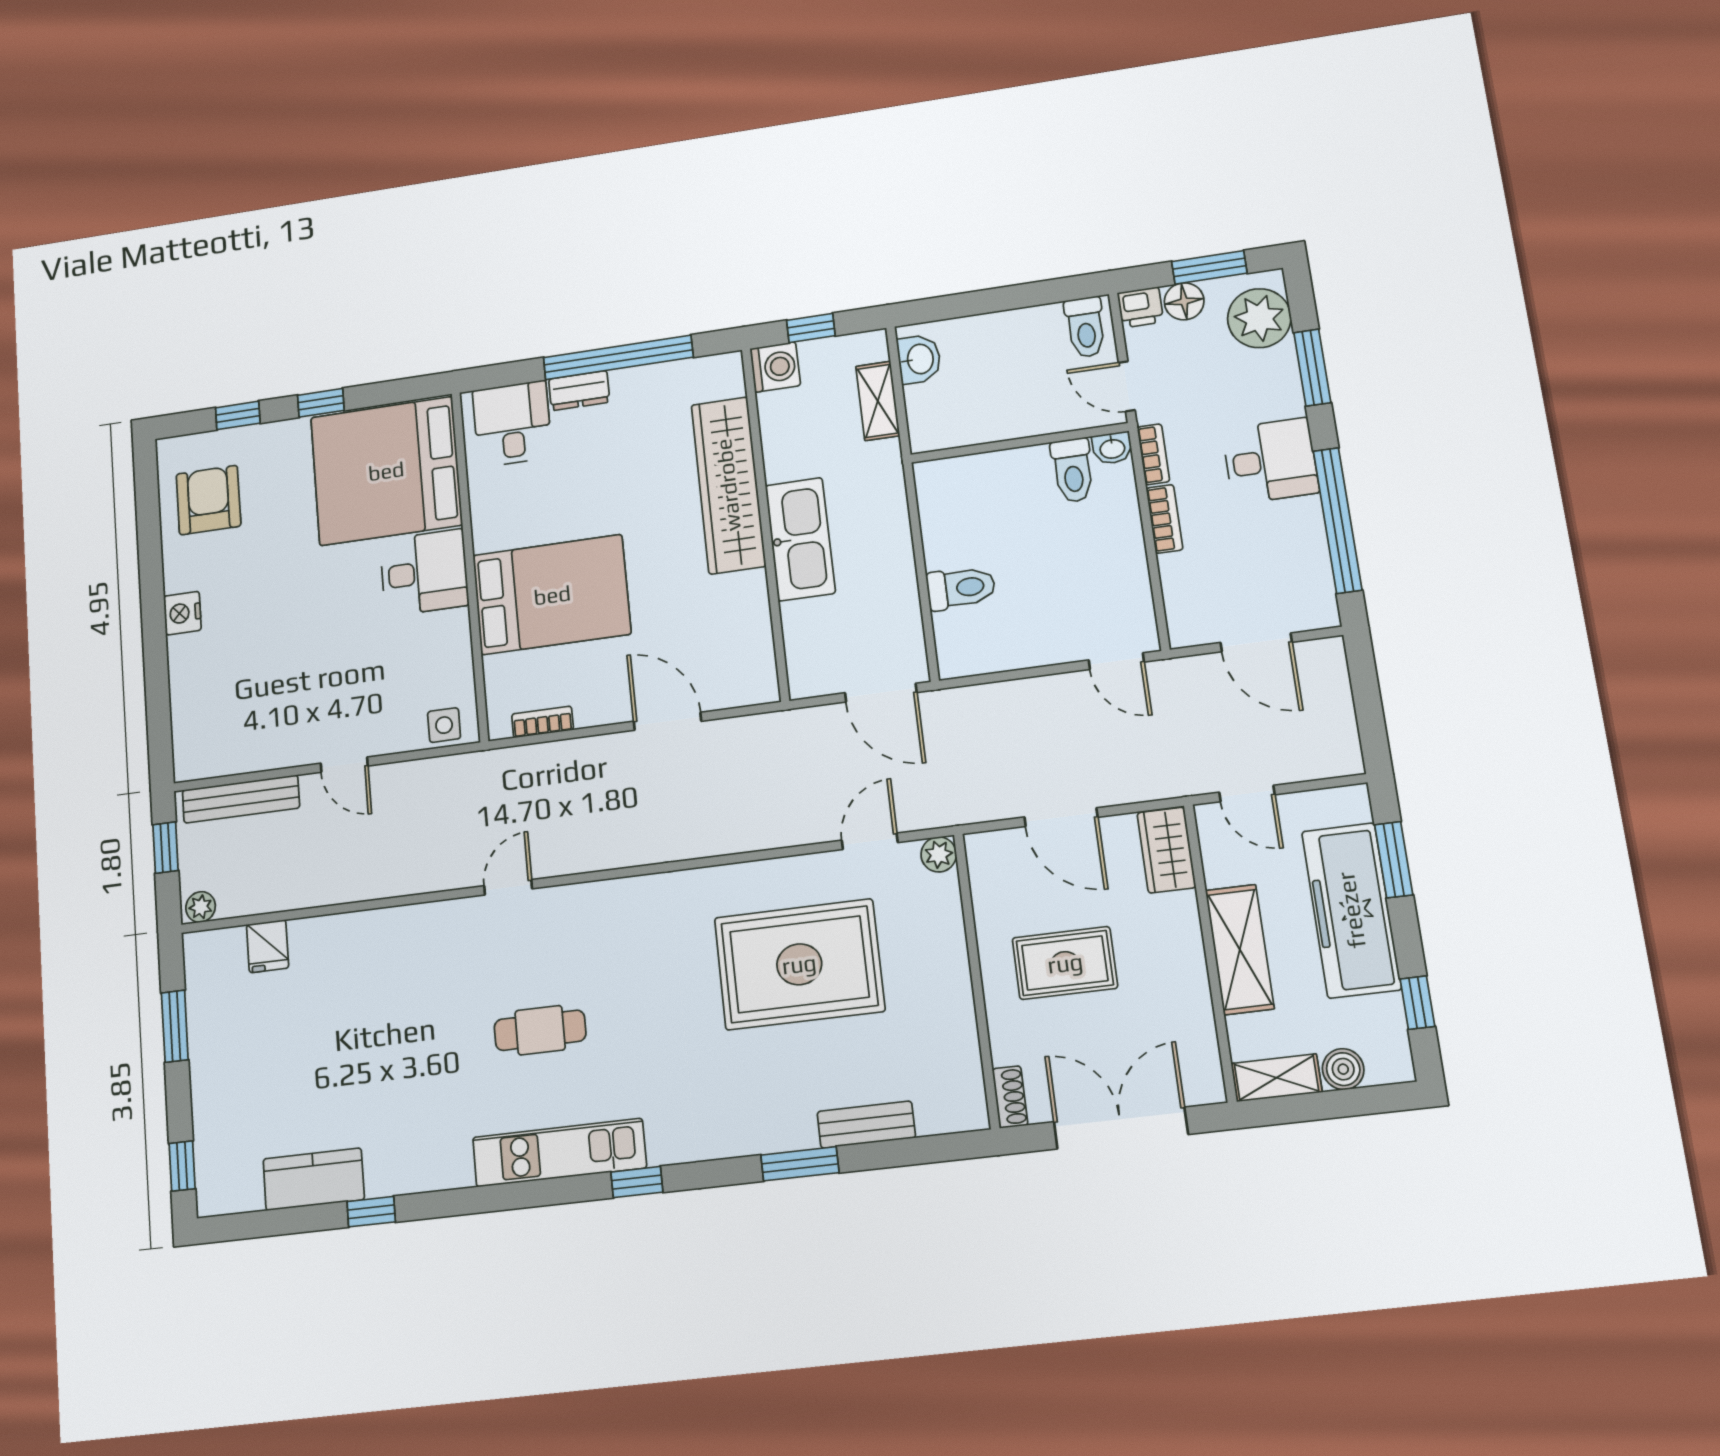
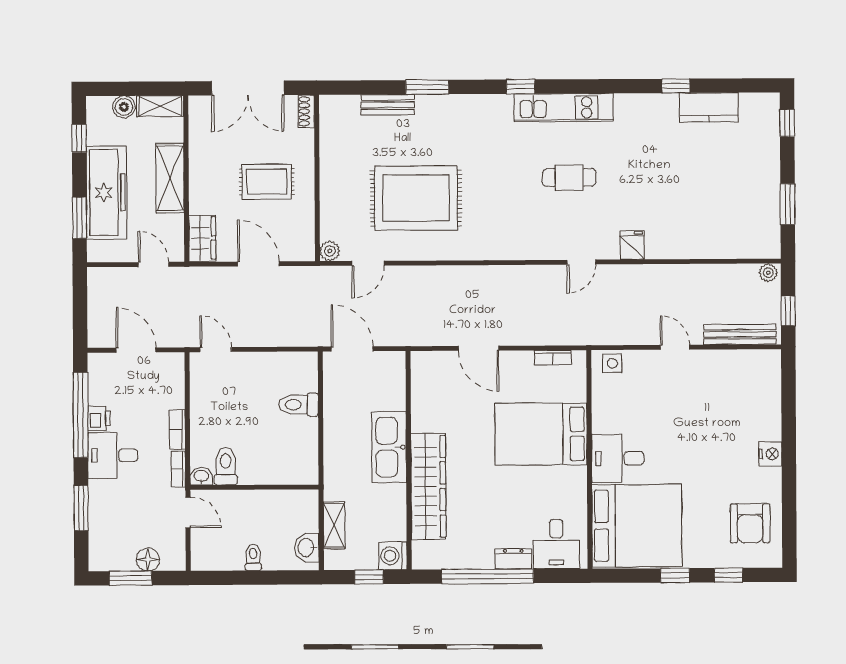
printer: (1140, 307) -> (99, 418), moved, turned 90
plant: (1259, 318) -> (107, 542), removed
toilet: (1085, 327) -> (253, 557), moved, width x0.73, depth x0.72
fridge: (268, 946) -> (632, 245), moved

